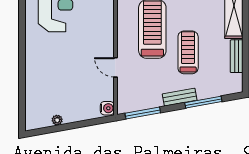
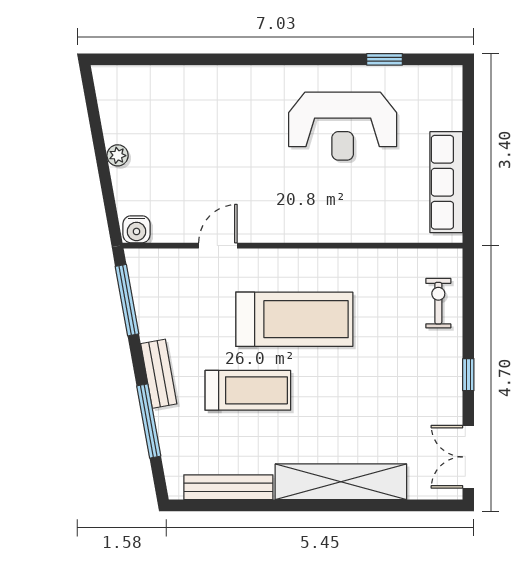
bench: (237, 56) -> (228, 487), width x1.36
plant: (57, 120) -> (118, 155), moved

